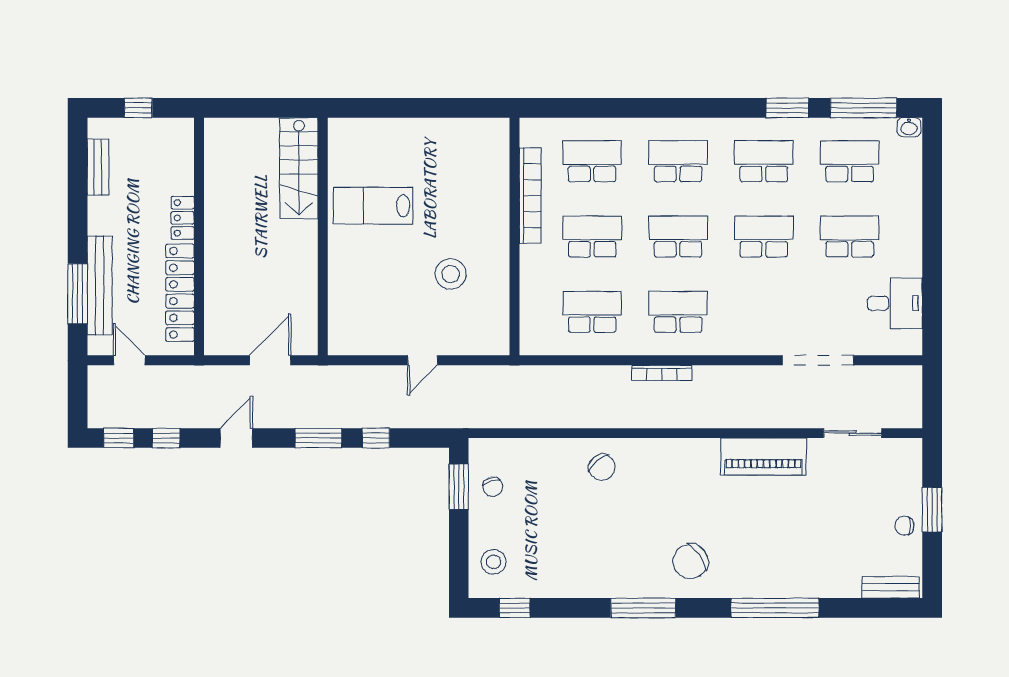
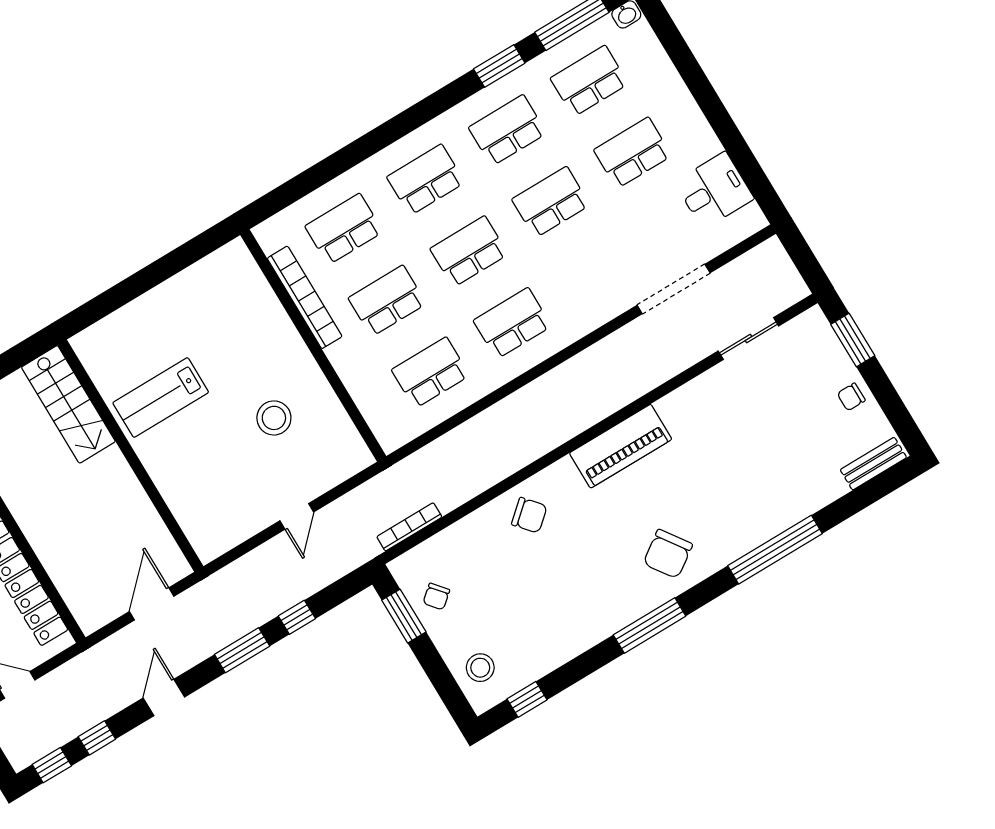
bookcase: (662, 373) -> (409, 527), moved, turned 180
piano: (763, 457) -> (621, 446), moved
chair: (493, 487) -> (436, 596), turned 67
window: (932, 510) -> (853, 340), moved

